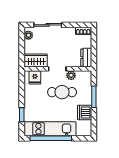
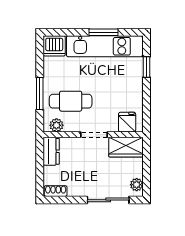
plant: (71, 75) -> (56, 125), moved
cafe table: (62, 92) -> (71, 101), moved
dishwasher: (85, 113) -> (54, 46), moved, turned 90
window: (51, 138) -> (104, 32), width x0.47

